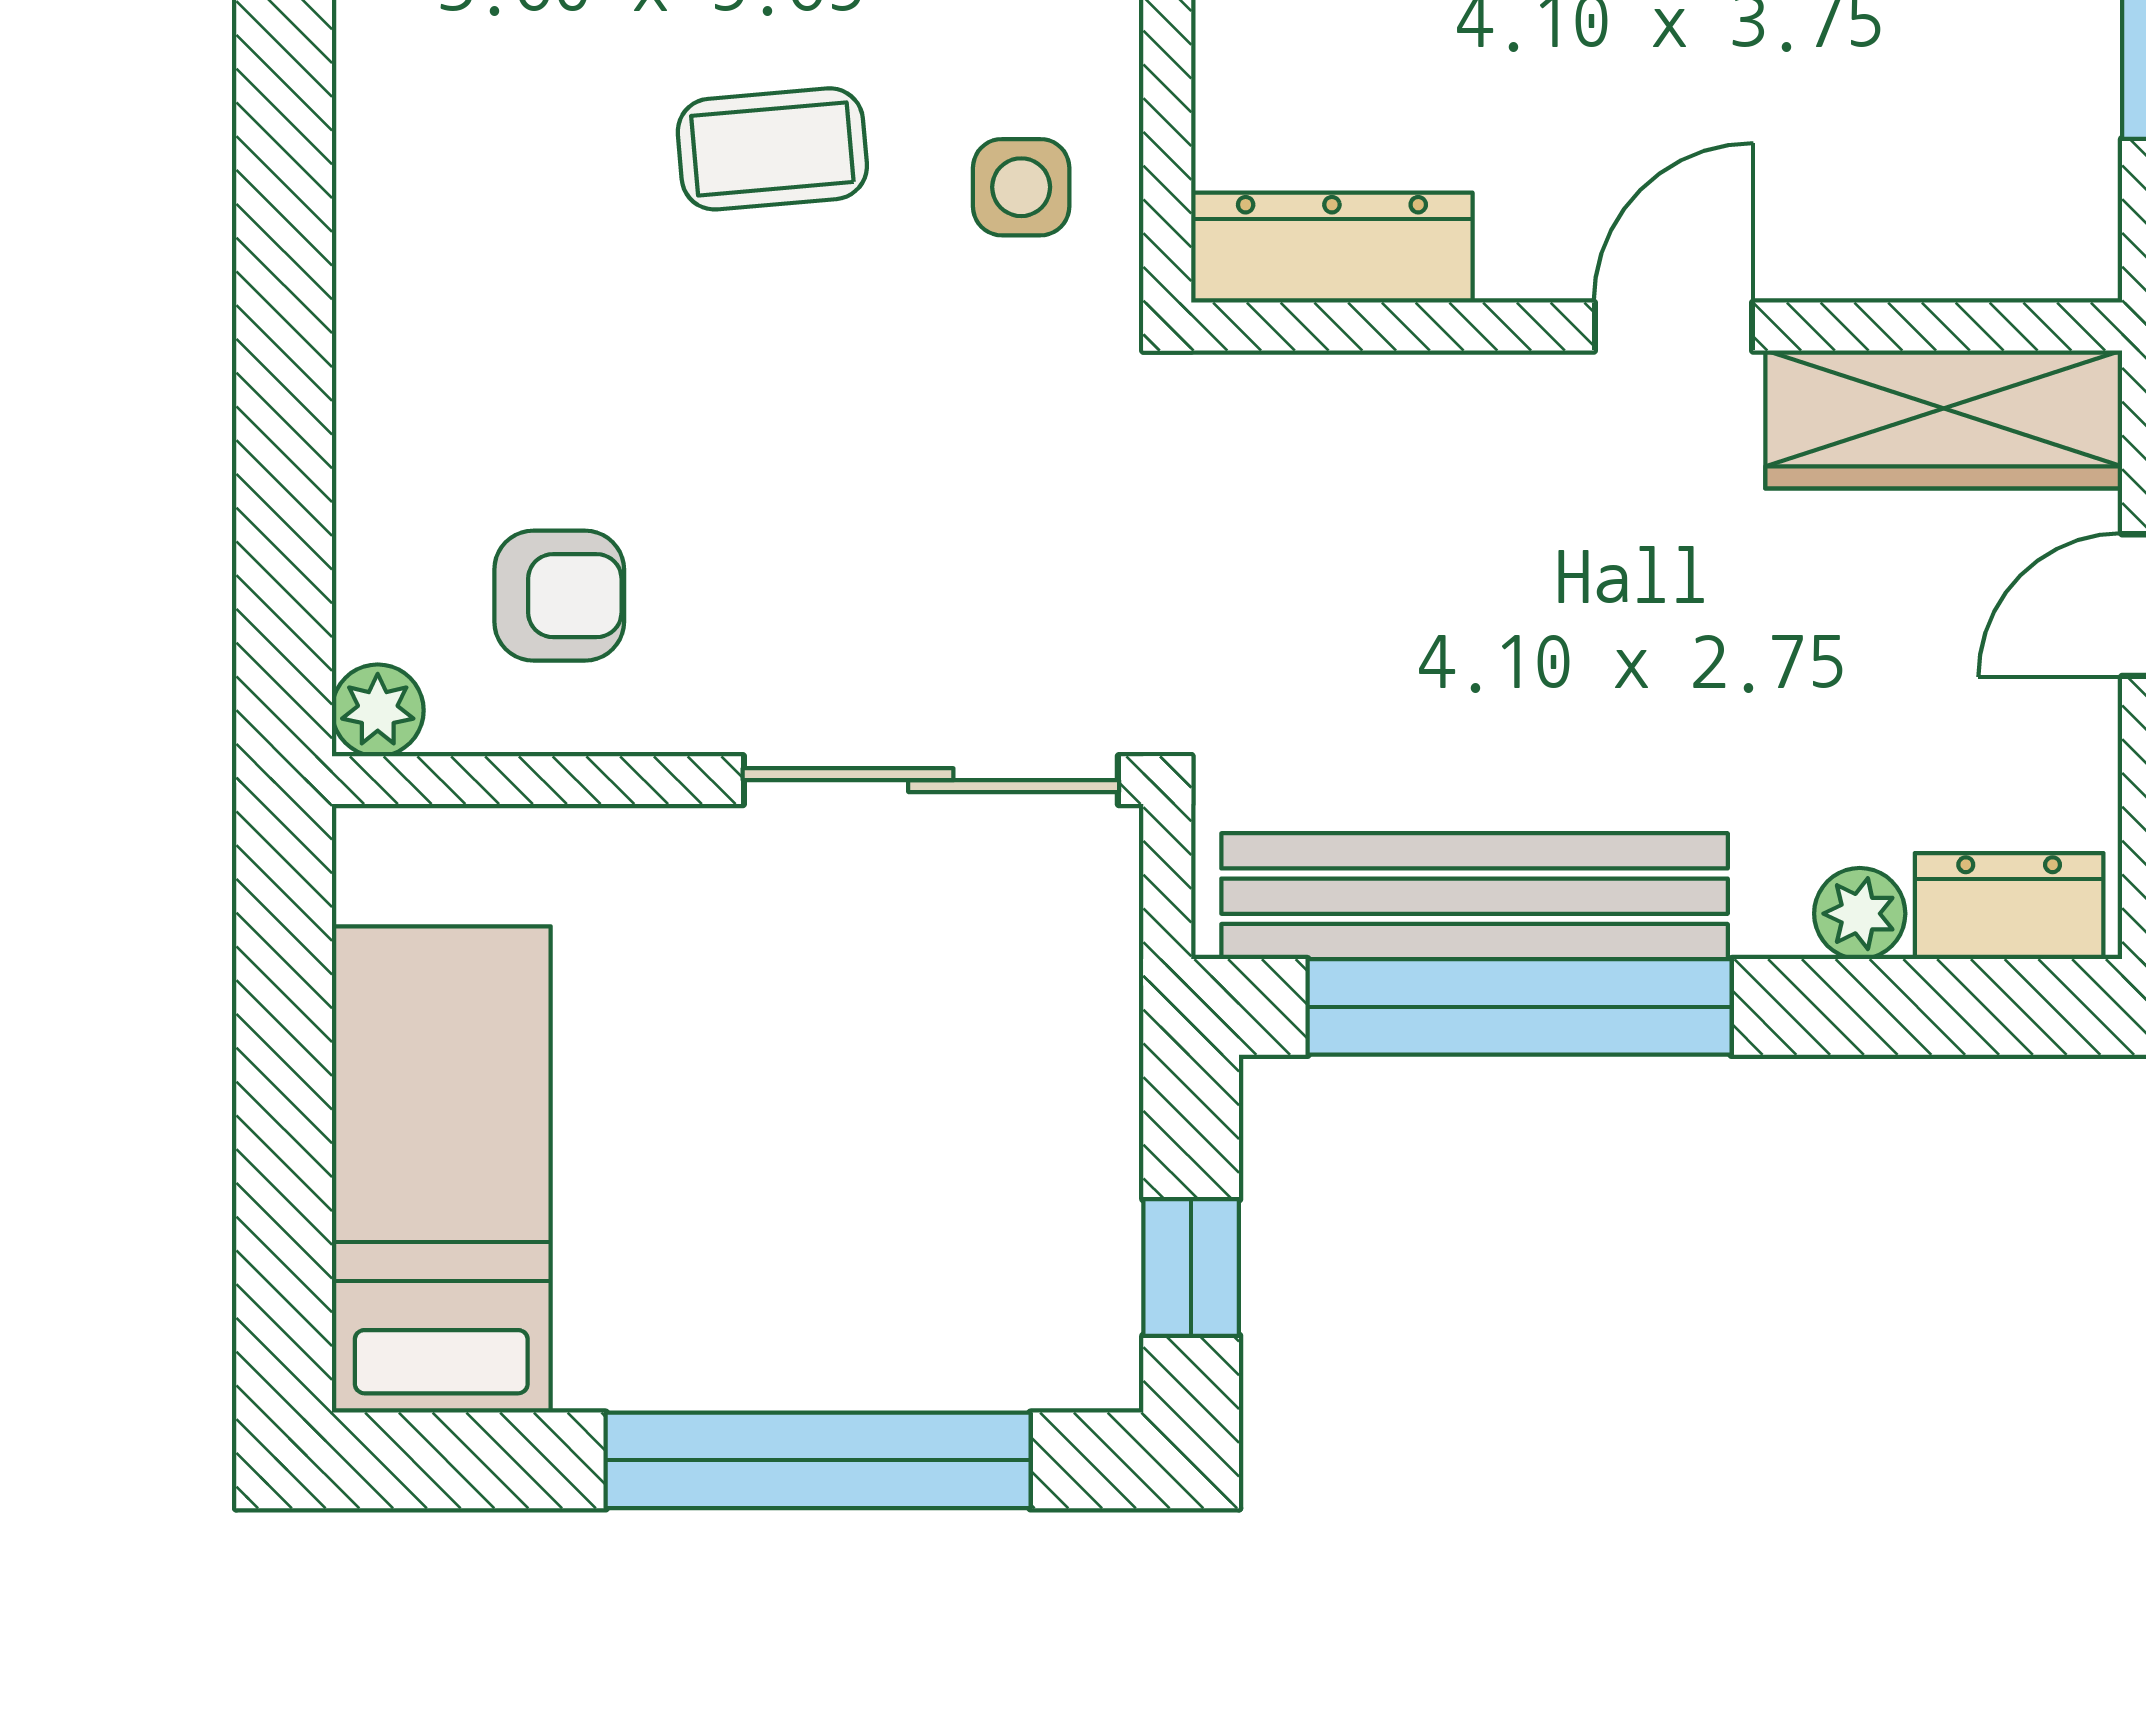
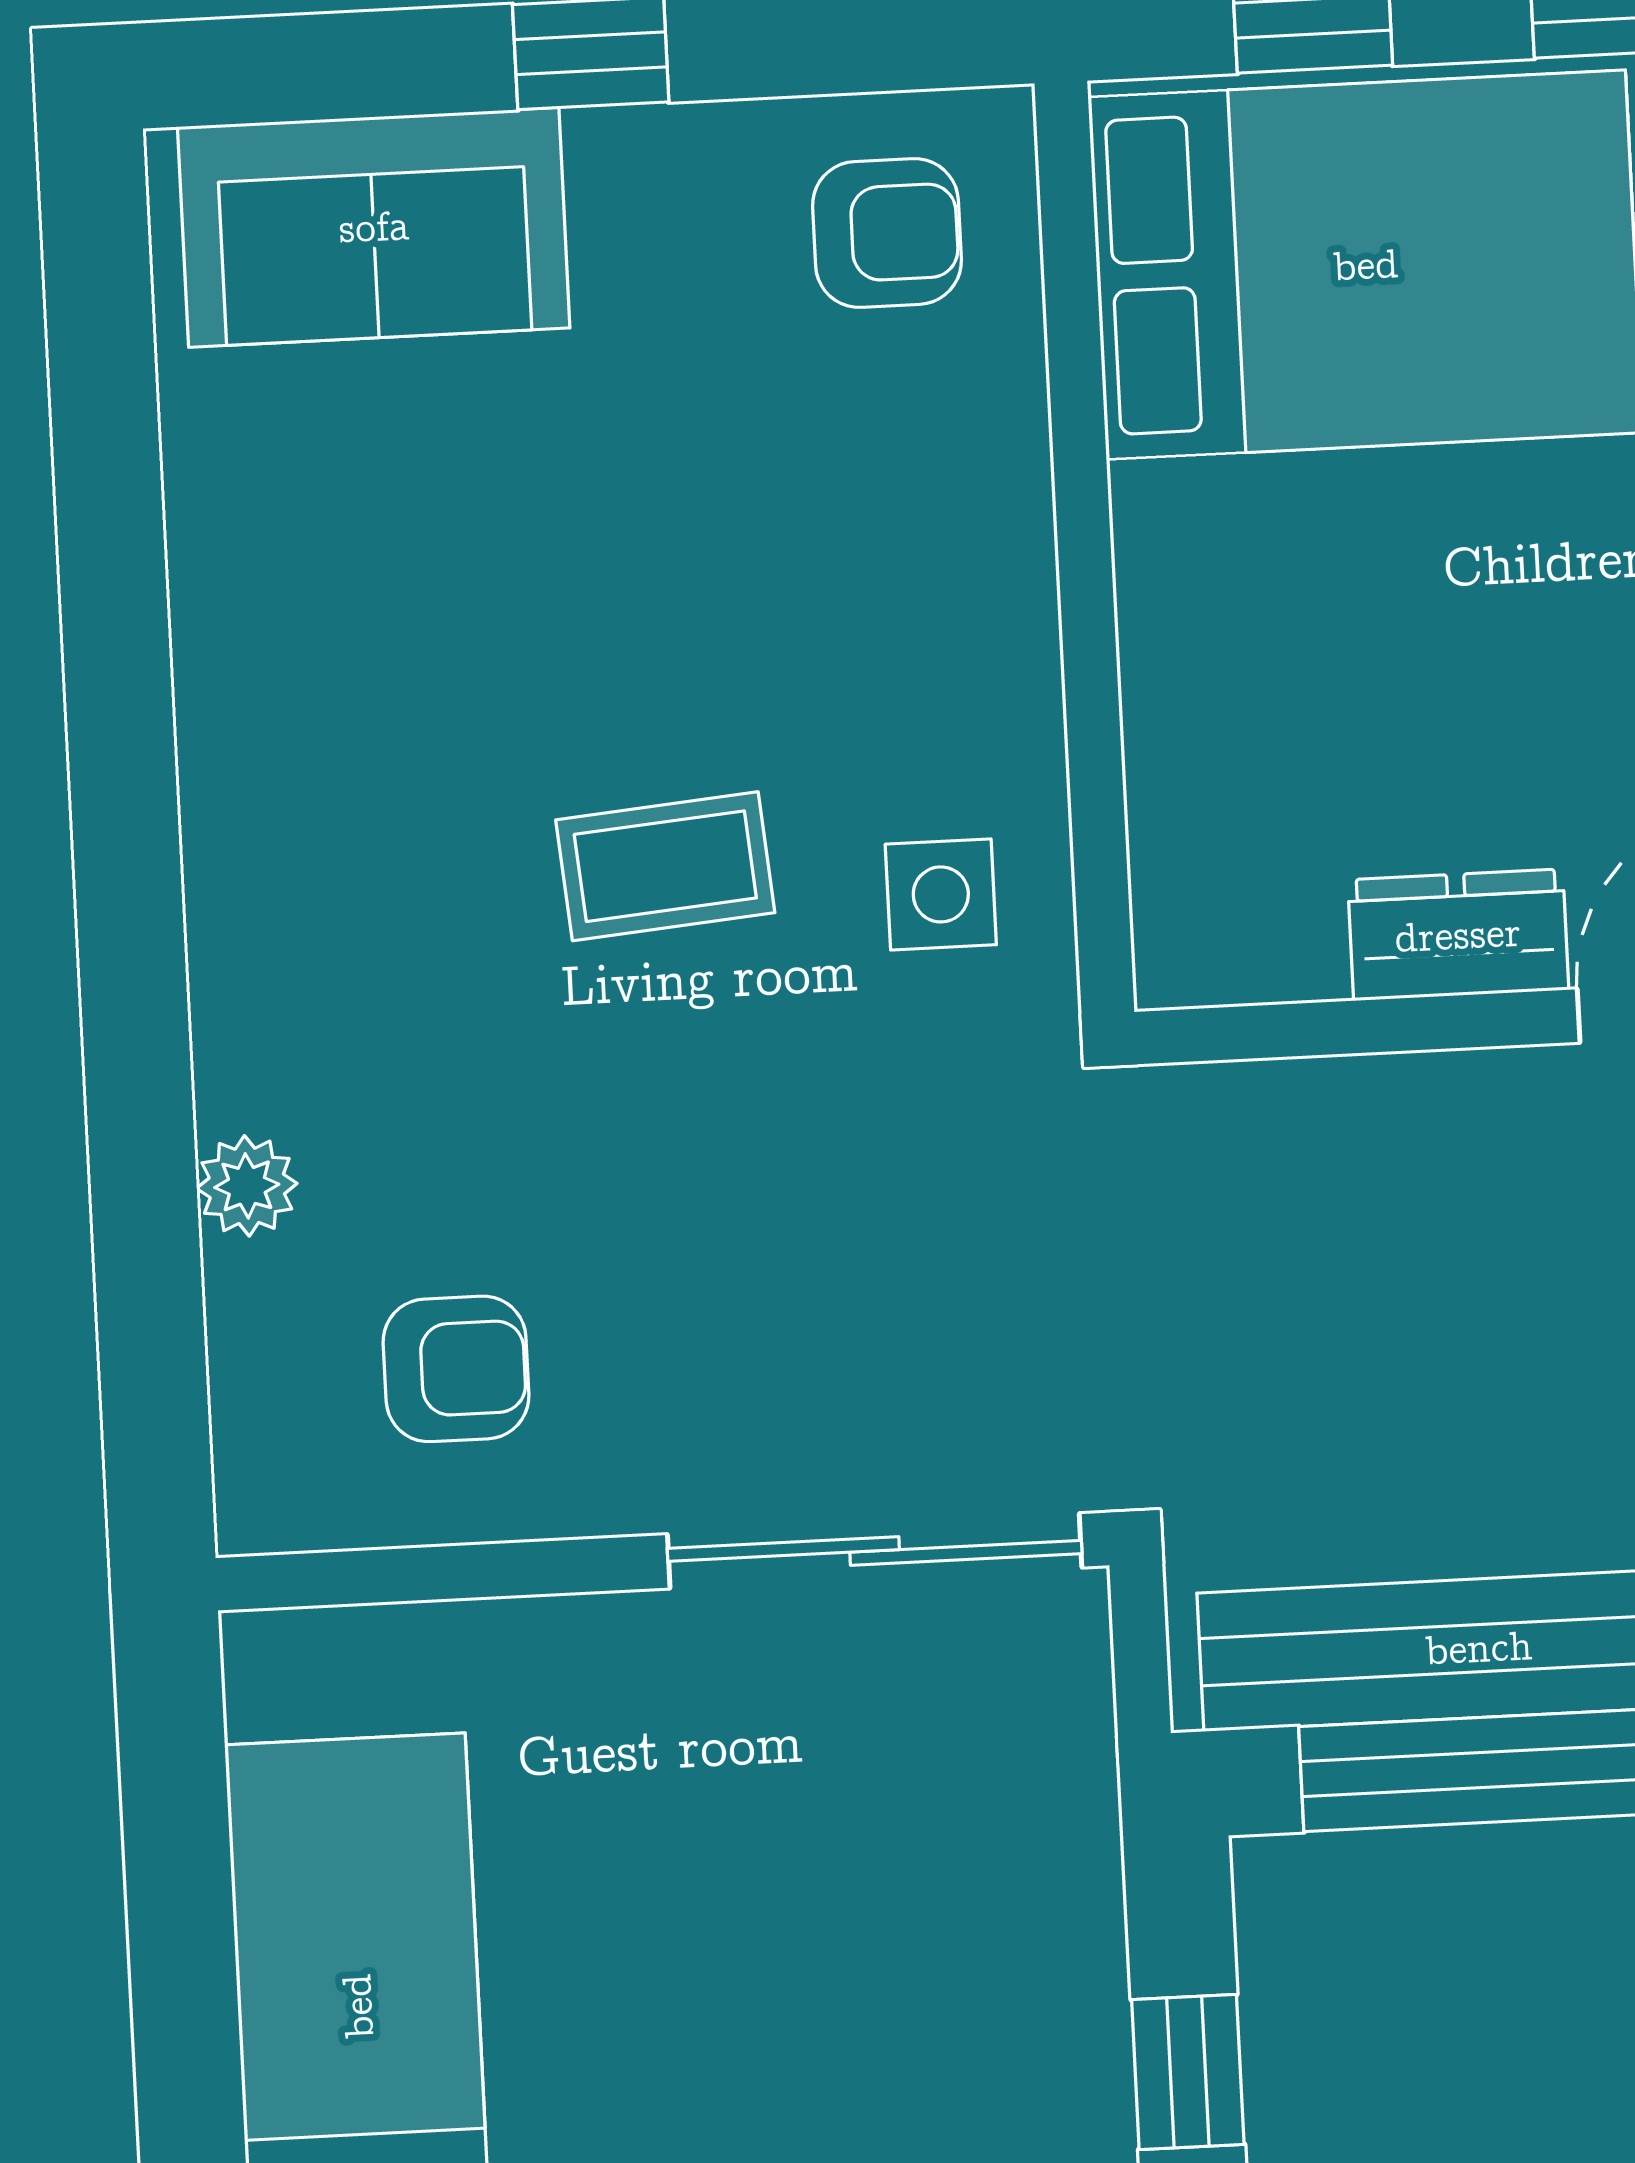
dresser: (1332, 248) -> (1458, 935), moved, width x0.70
plant: (378, 710) -> (247, 1186), moved

